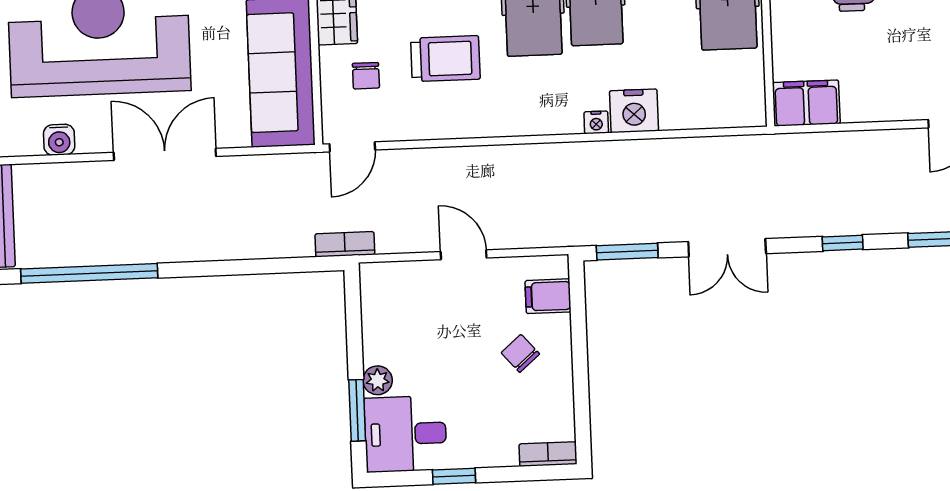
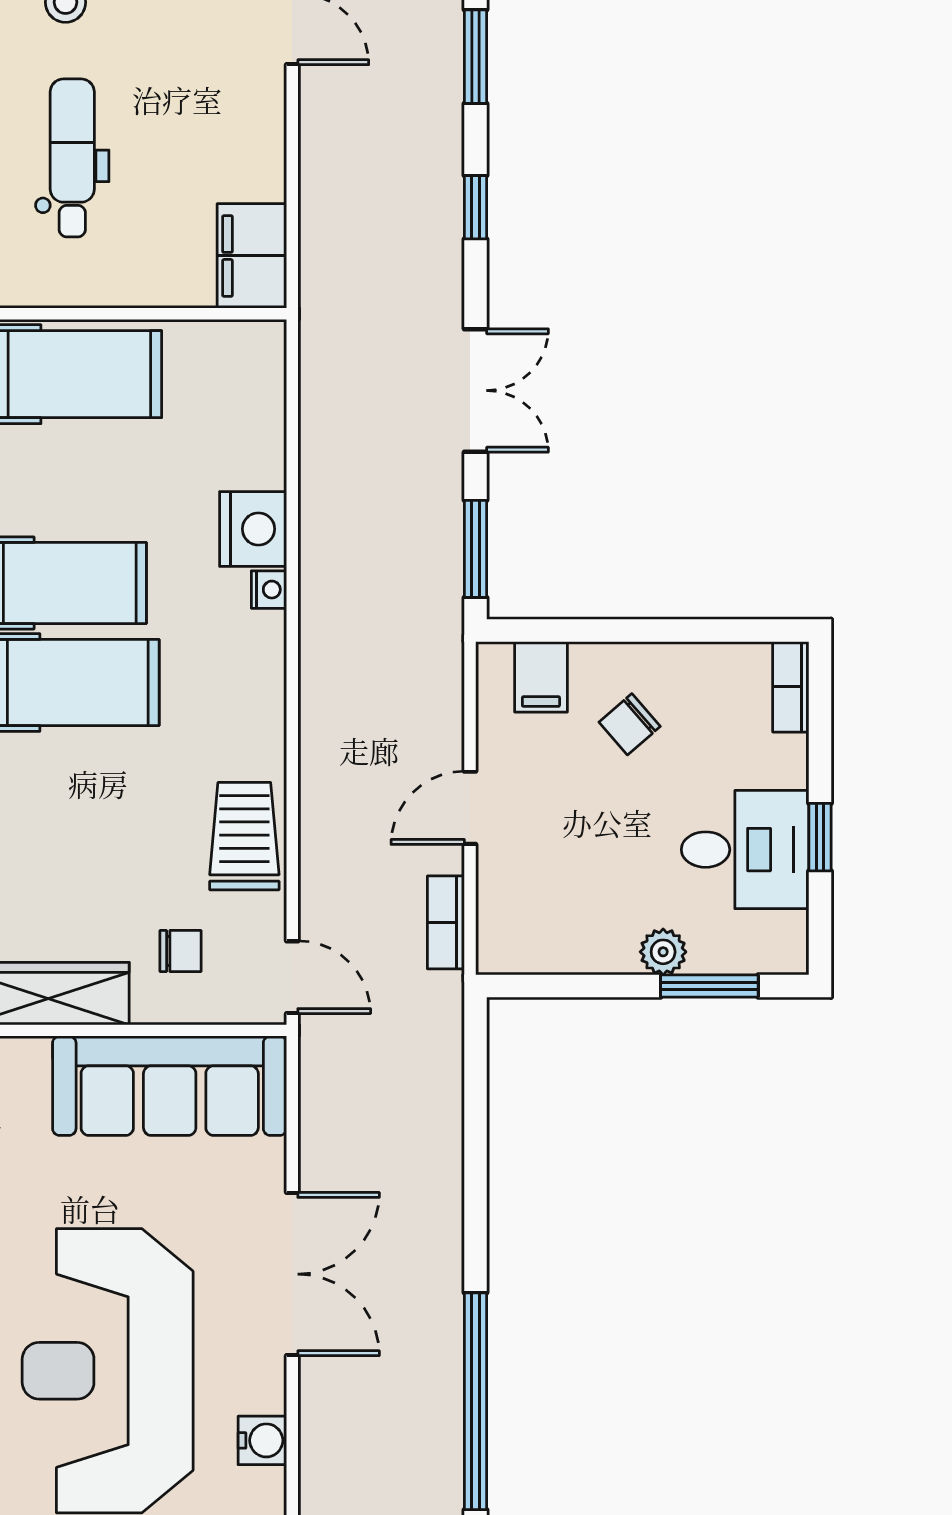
trolley: (445, 59) -> (244, 836), moved
double door: (165, 154) -> (292, 1274), swing flipped
bookcase: (345, 244) -> (446, 922), moved
desk: (406, 434) -> (745, 850), moved, turned -90

